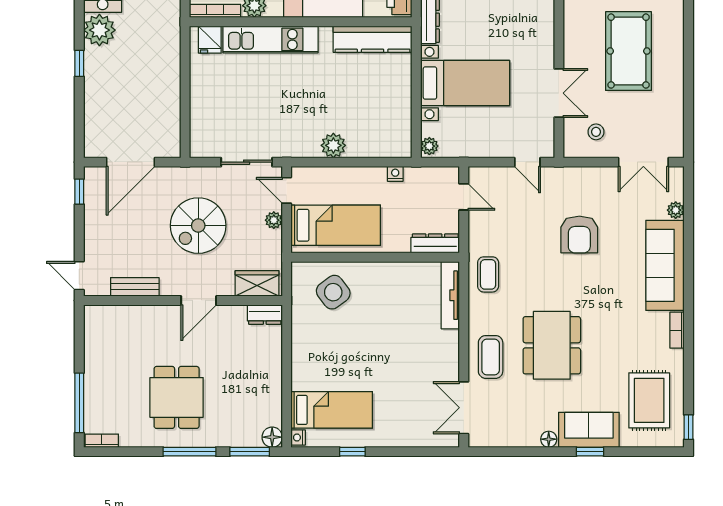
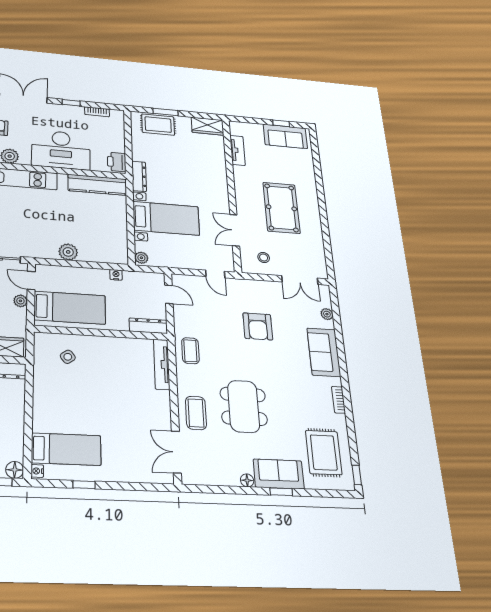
double door: (559, 93) -> (235, 230), swing flipped
sofa: (665, 265) -> (324, 352), width x0.73
side table: (333, 292) -> (68, 357), width x0.54, depth x0.54

